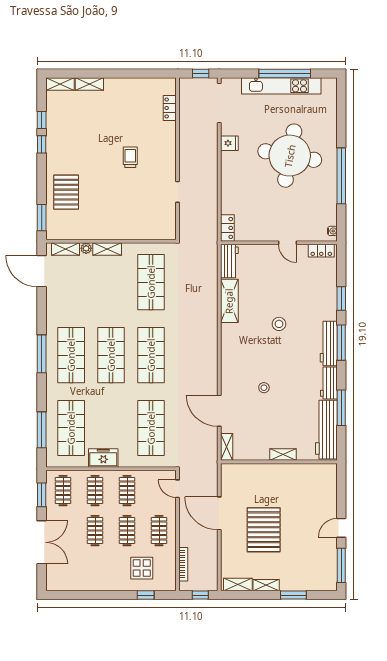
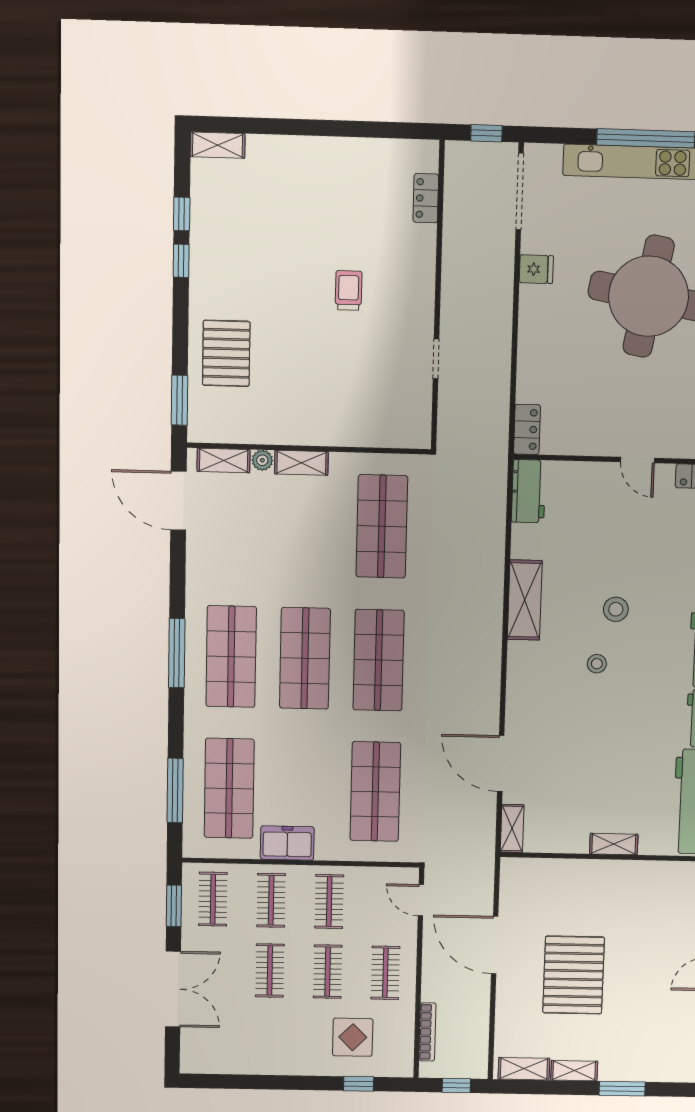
shelving: (89, 84) -> (274, 147), removed
shelving: (229, 301) -> (525, 600), moved
stool: (264, 388) -> (597, 664), moved

